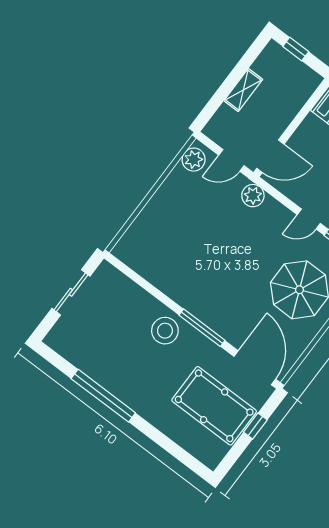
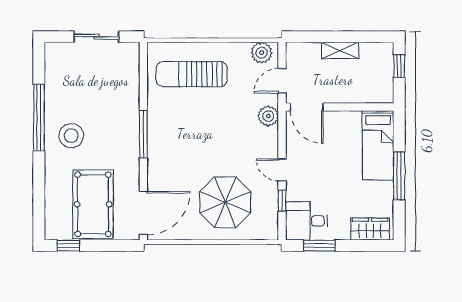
door: (231, 160) -> (282, 81), hinge flipped
sun lounger: (166, 234) -> (192, 74), added
window: (202, 328) -> (143, 134), moved
stool: (165, 331) -> (71, 136), moved
window: (255, 426) -> (68, 246), moved

